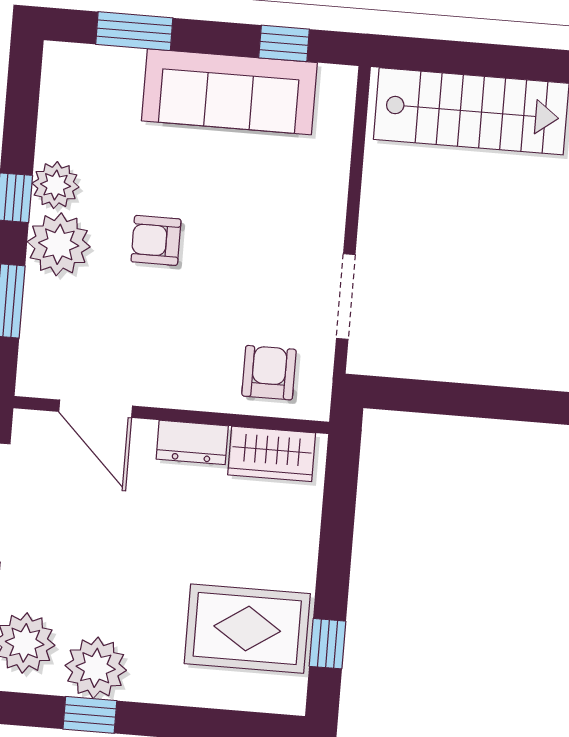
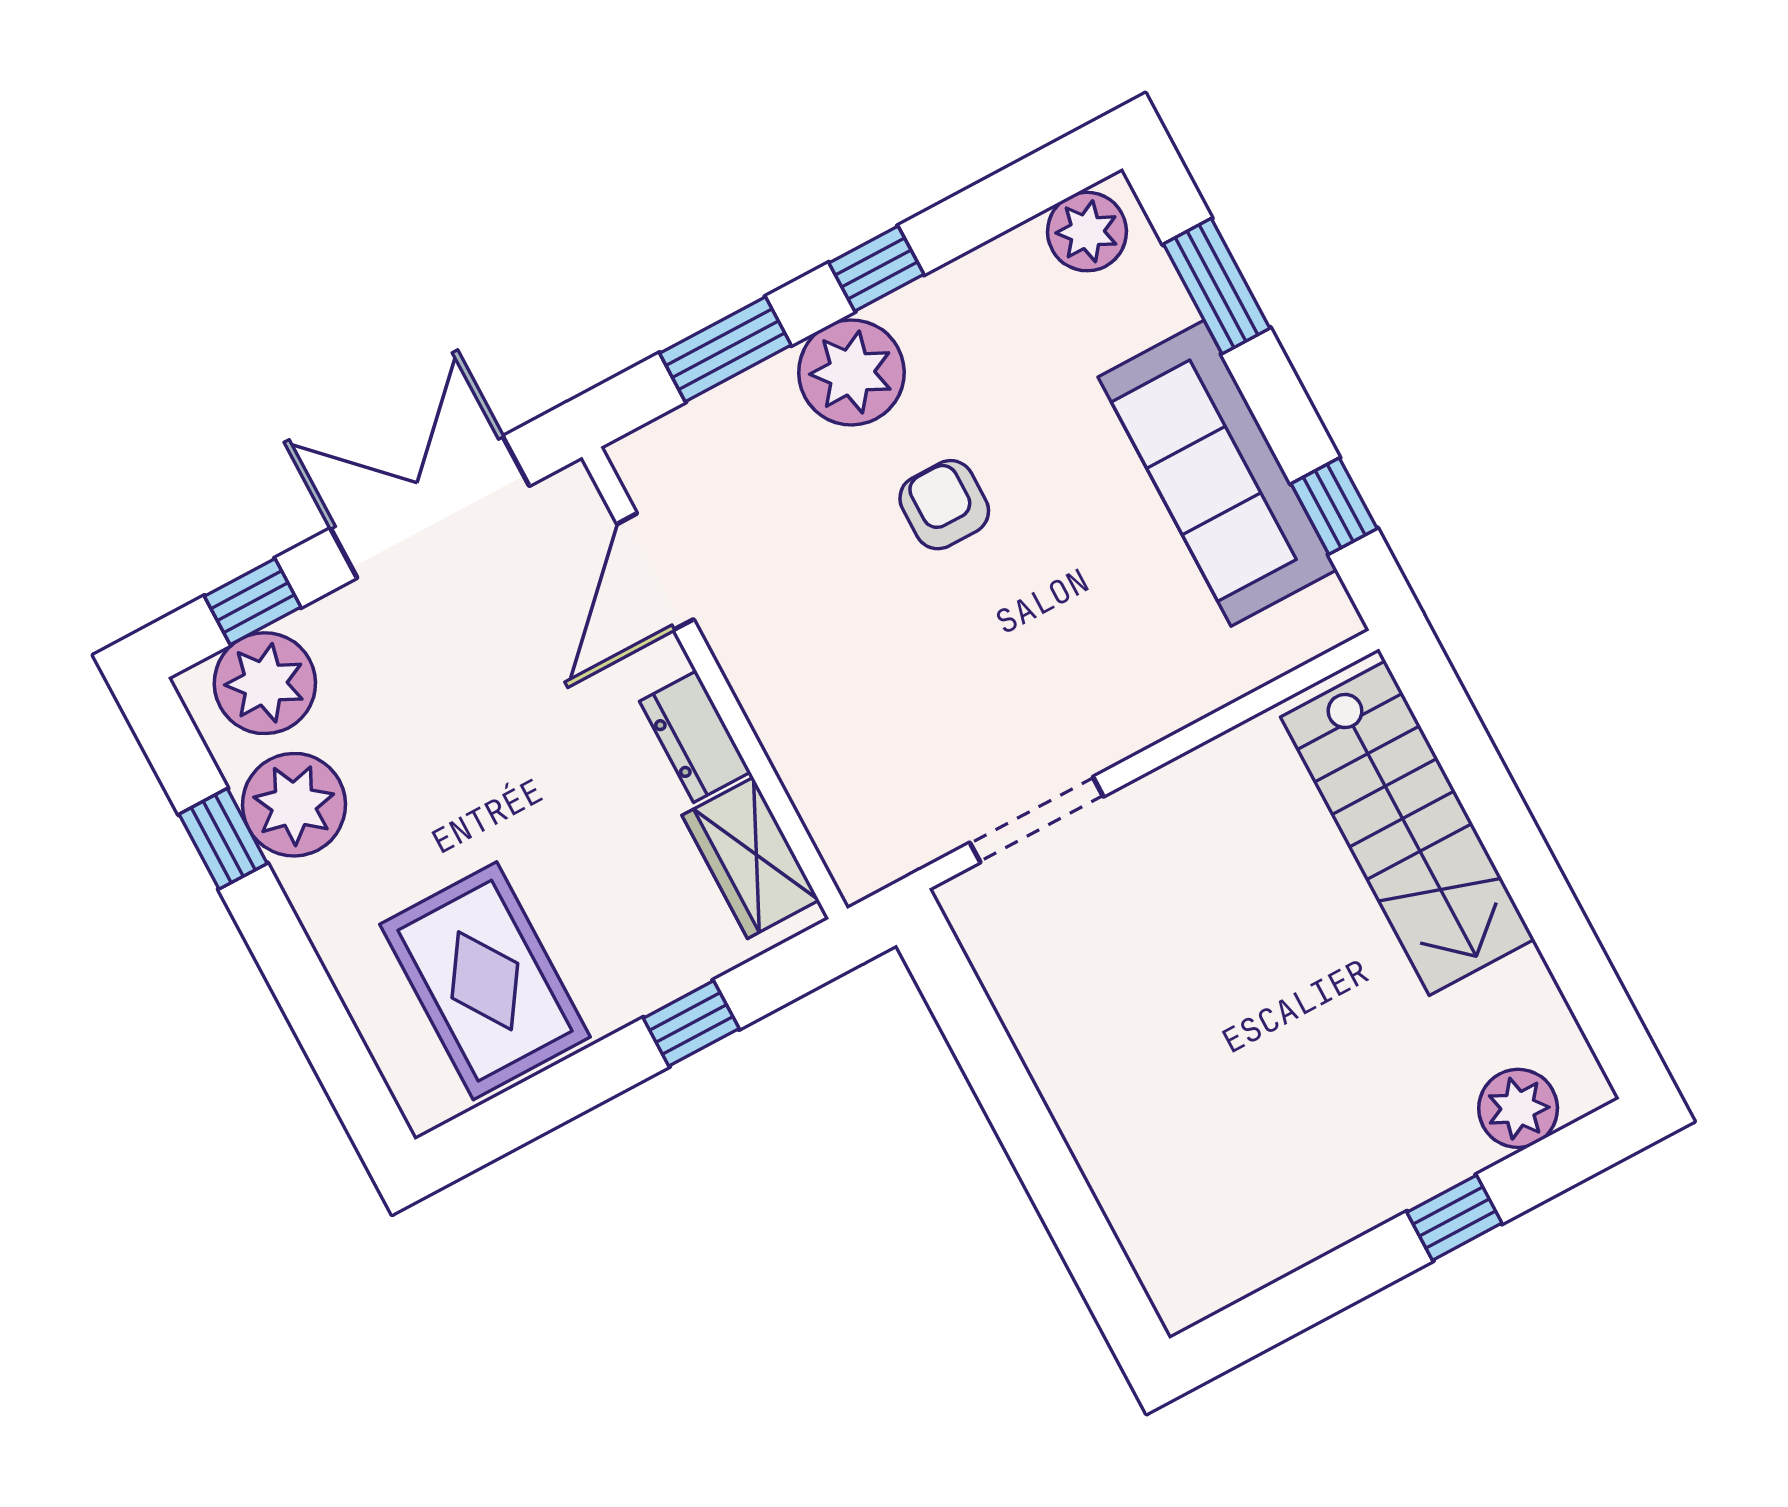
plant: (56, 185) -> (1087, 232), moved
armchair: (269, 373) -> (861, 781), removed
window: (327, 644) -> (691, 1023), moved

